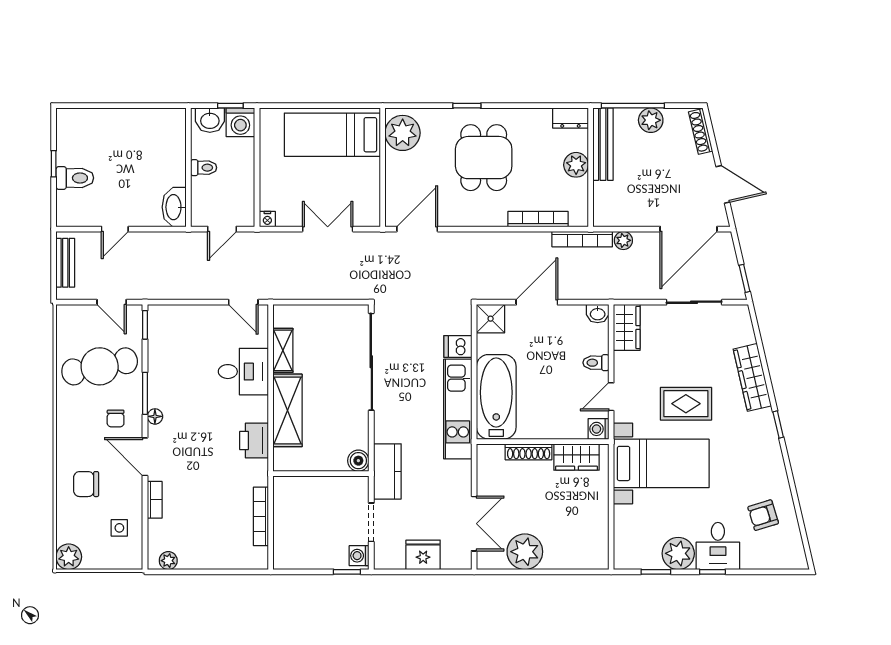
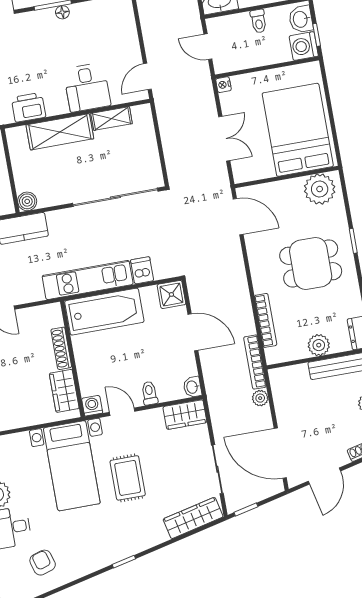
bed: (332, 135) -> (298, 130), width x1.50
wardrobe: (752, 377) -> (193, 518), moved
floor lamp: (155, 416) -> (62, 12), moved

